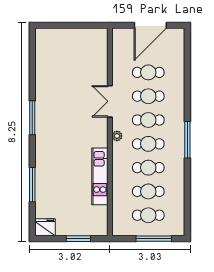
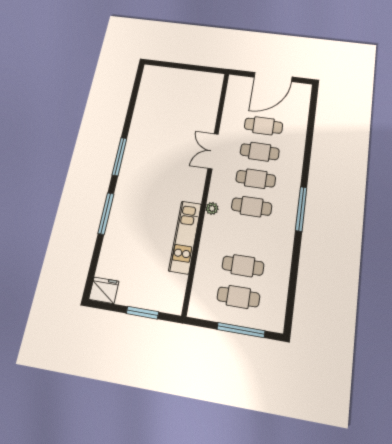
plant: (117, 136) -> (212, 208), moved
cafe table: (148, 168) -> (247, 236), removed
window: (32, 185) -> (106, 213), moved

